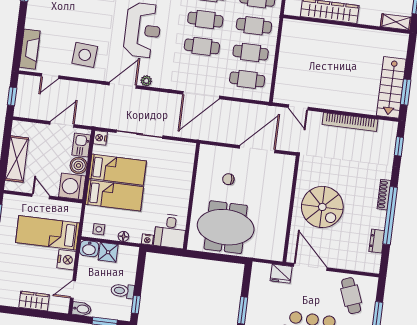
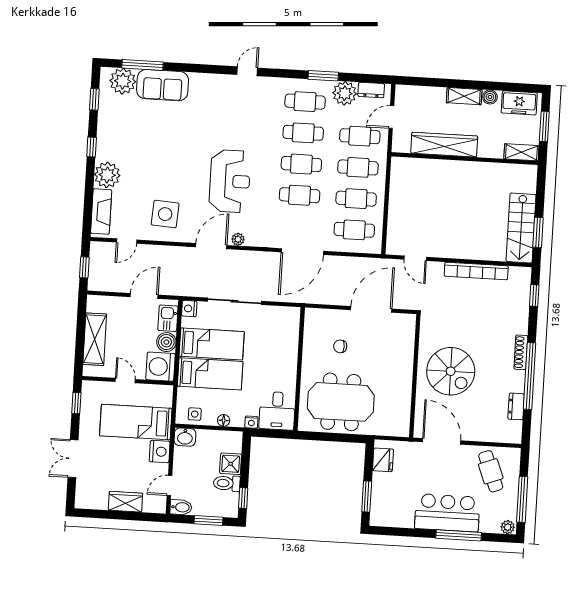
plant: (37, 18) -> (107, 175), added
shower: (108, 252) -> (231, 464), moved
fridge: (281, 274) -> (383, 460), moved, turned -90

